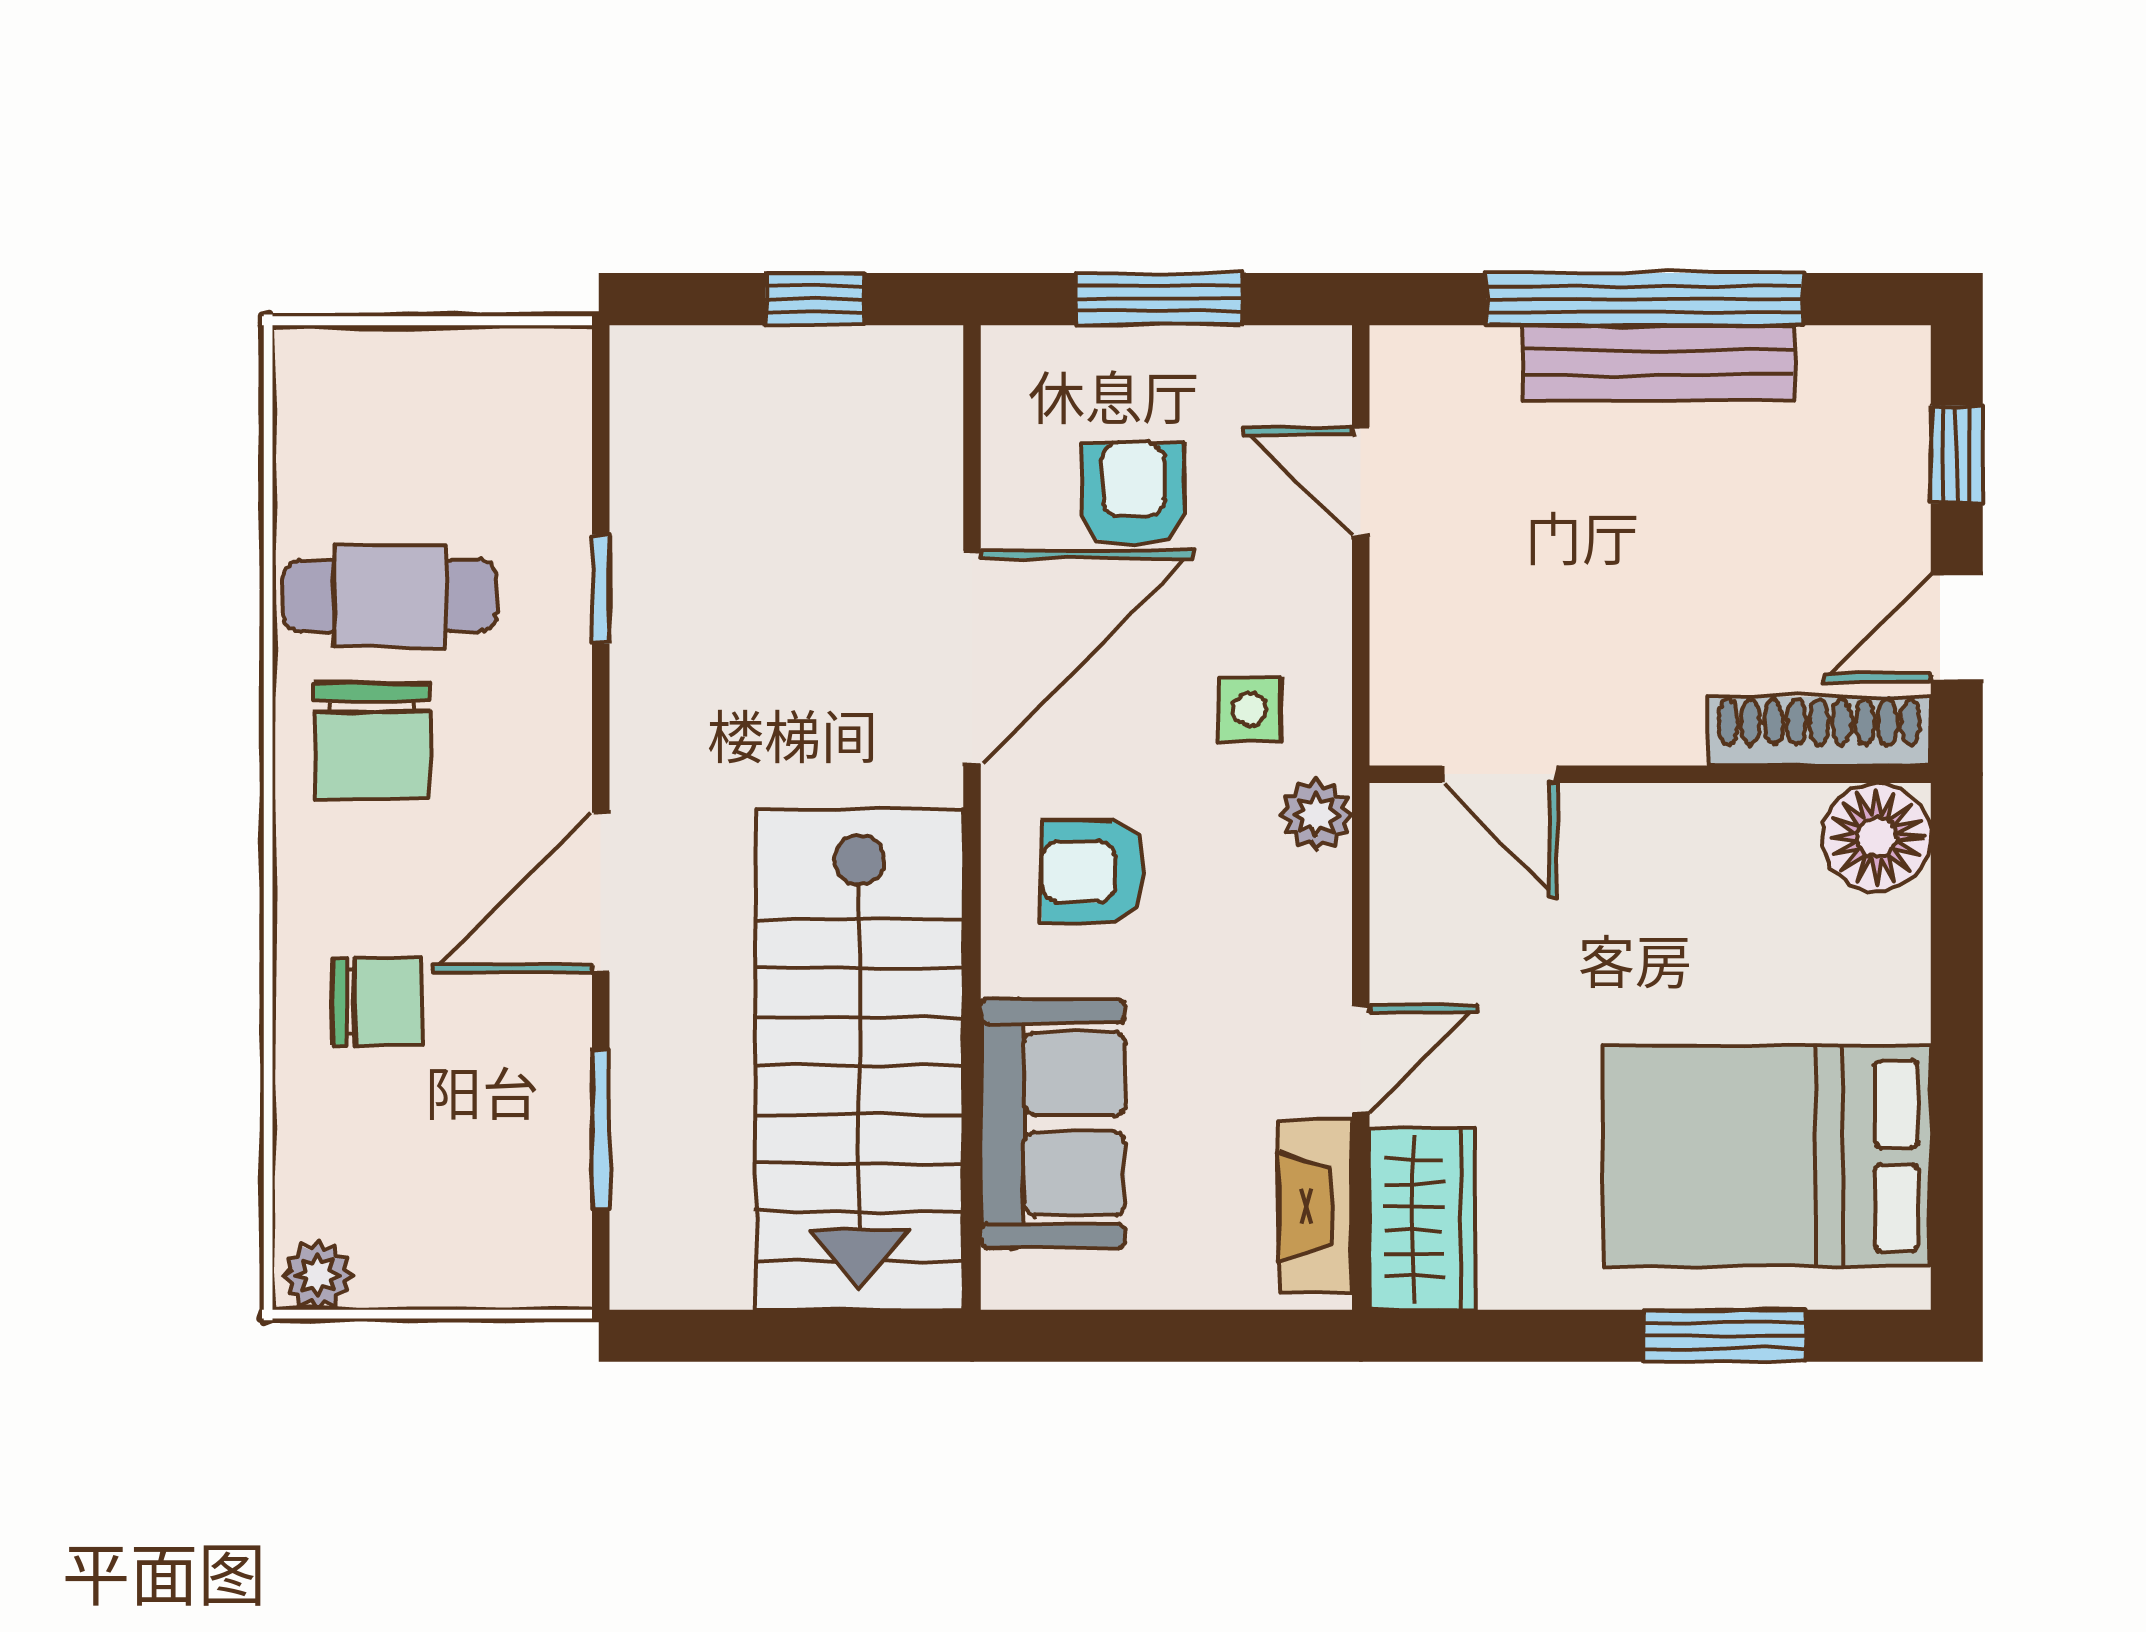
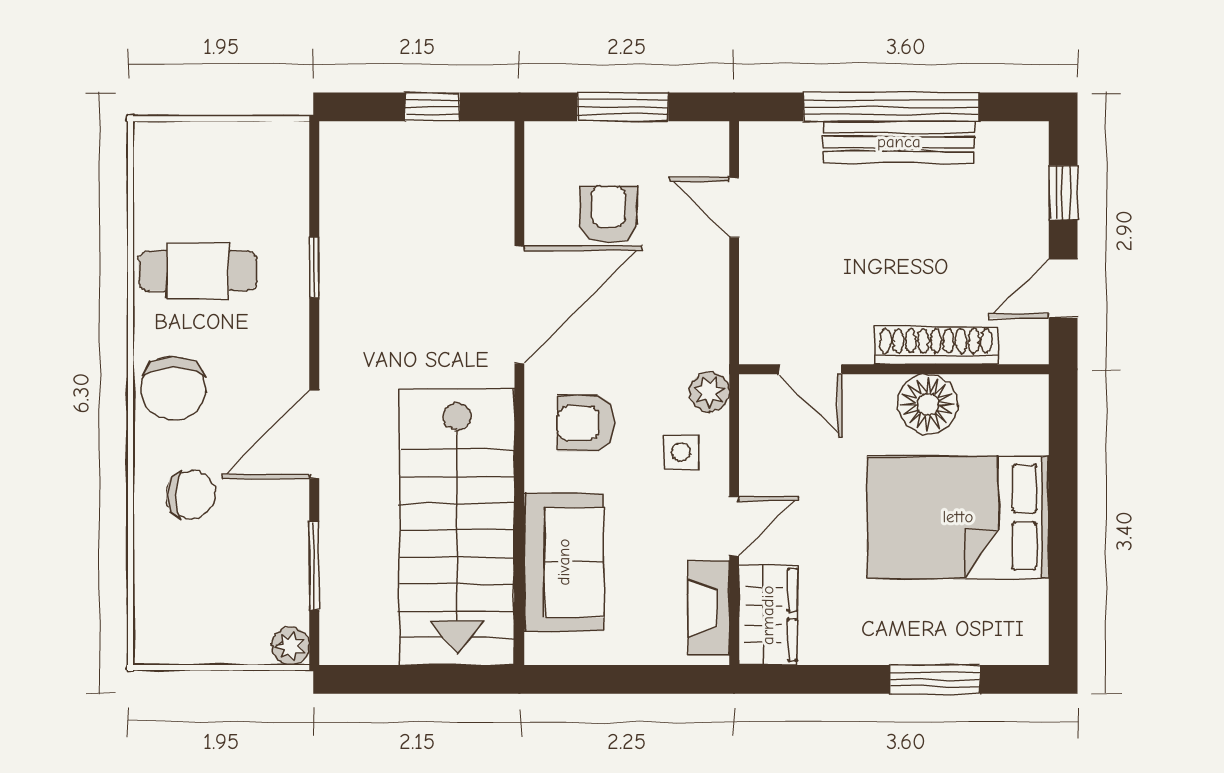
side table: (1249, 709) -> (681, 452), moved
shoe rack: (1819, 731) -> (936, 345), moved
chair: (372, 741) -> (174, 388), moved
floor lamp: (1877, 837) -> (928, 404), moved
bed: (1767, 1156) -> (958, 517), moved
plant: (318, 1275) -> (291, 646), moved

